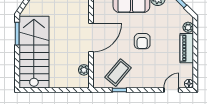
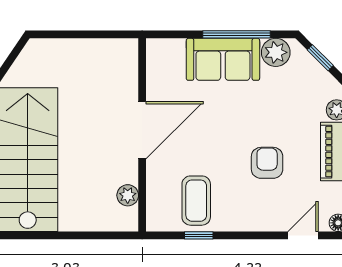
armchair: (142, 41) -> (267, 163), moved, turned 180
coffee table: (118, 73) -> (196, 201), turned -40

